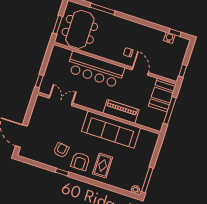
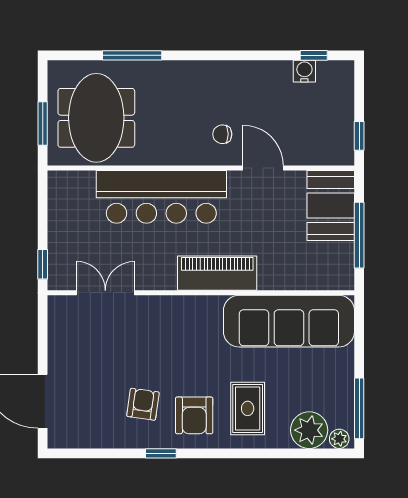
piano: (121, 111) -> (217, 273), moved
sofa: (111, 130) -> (289, 321), moved
plant: (124, 182) -> (309, 430), added

